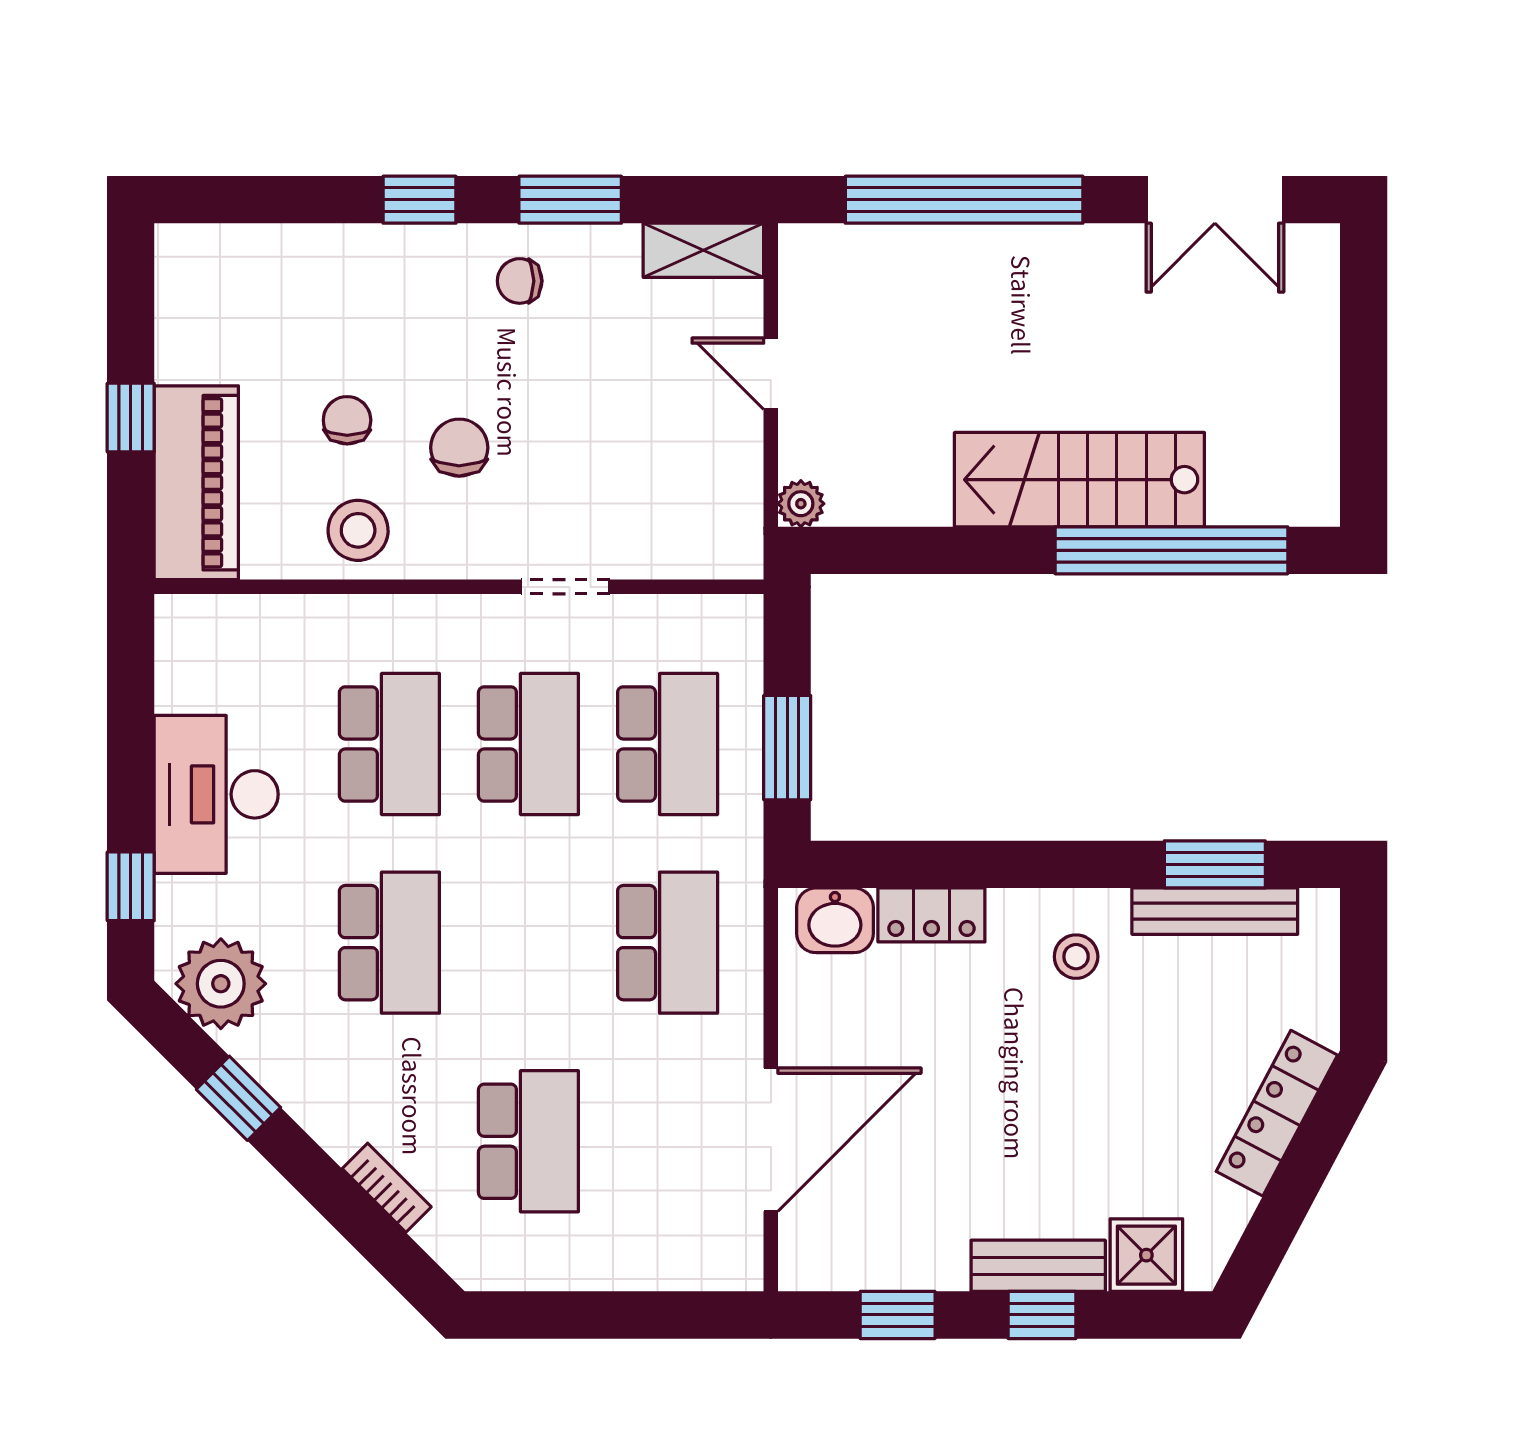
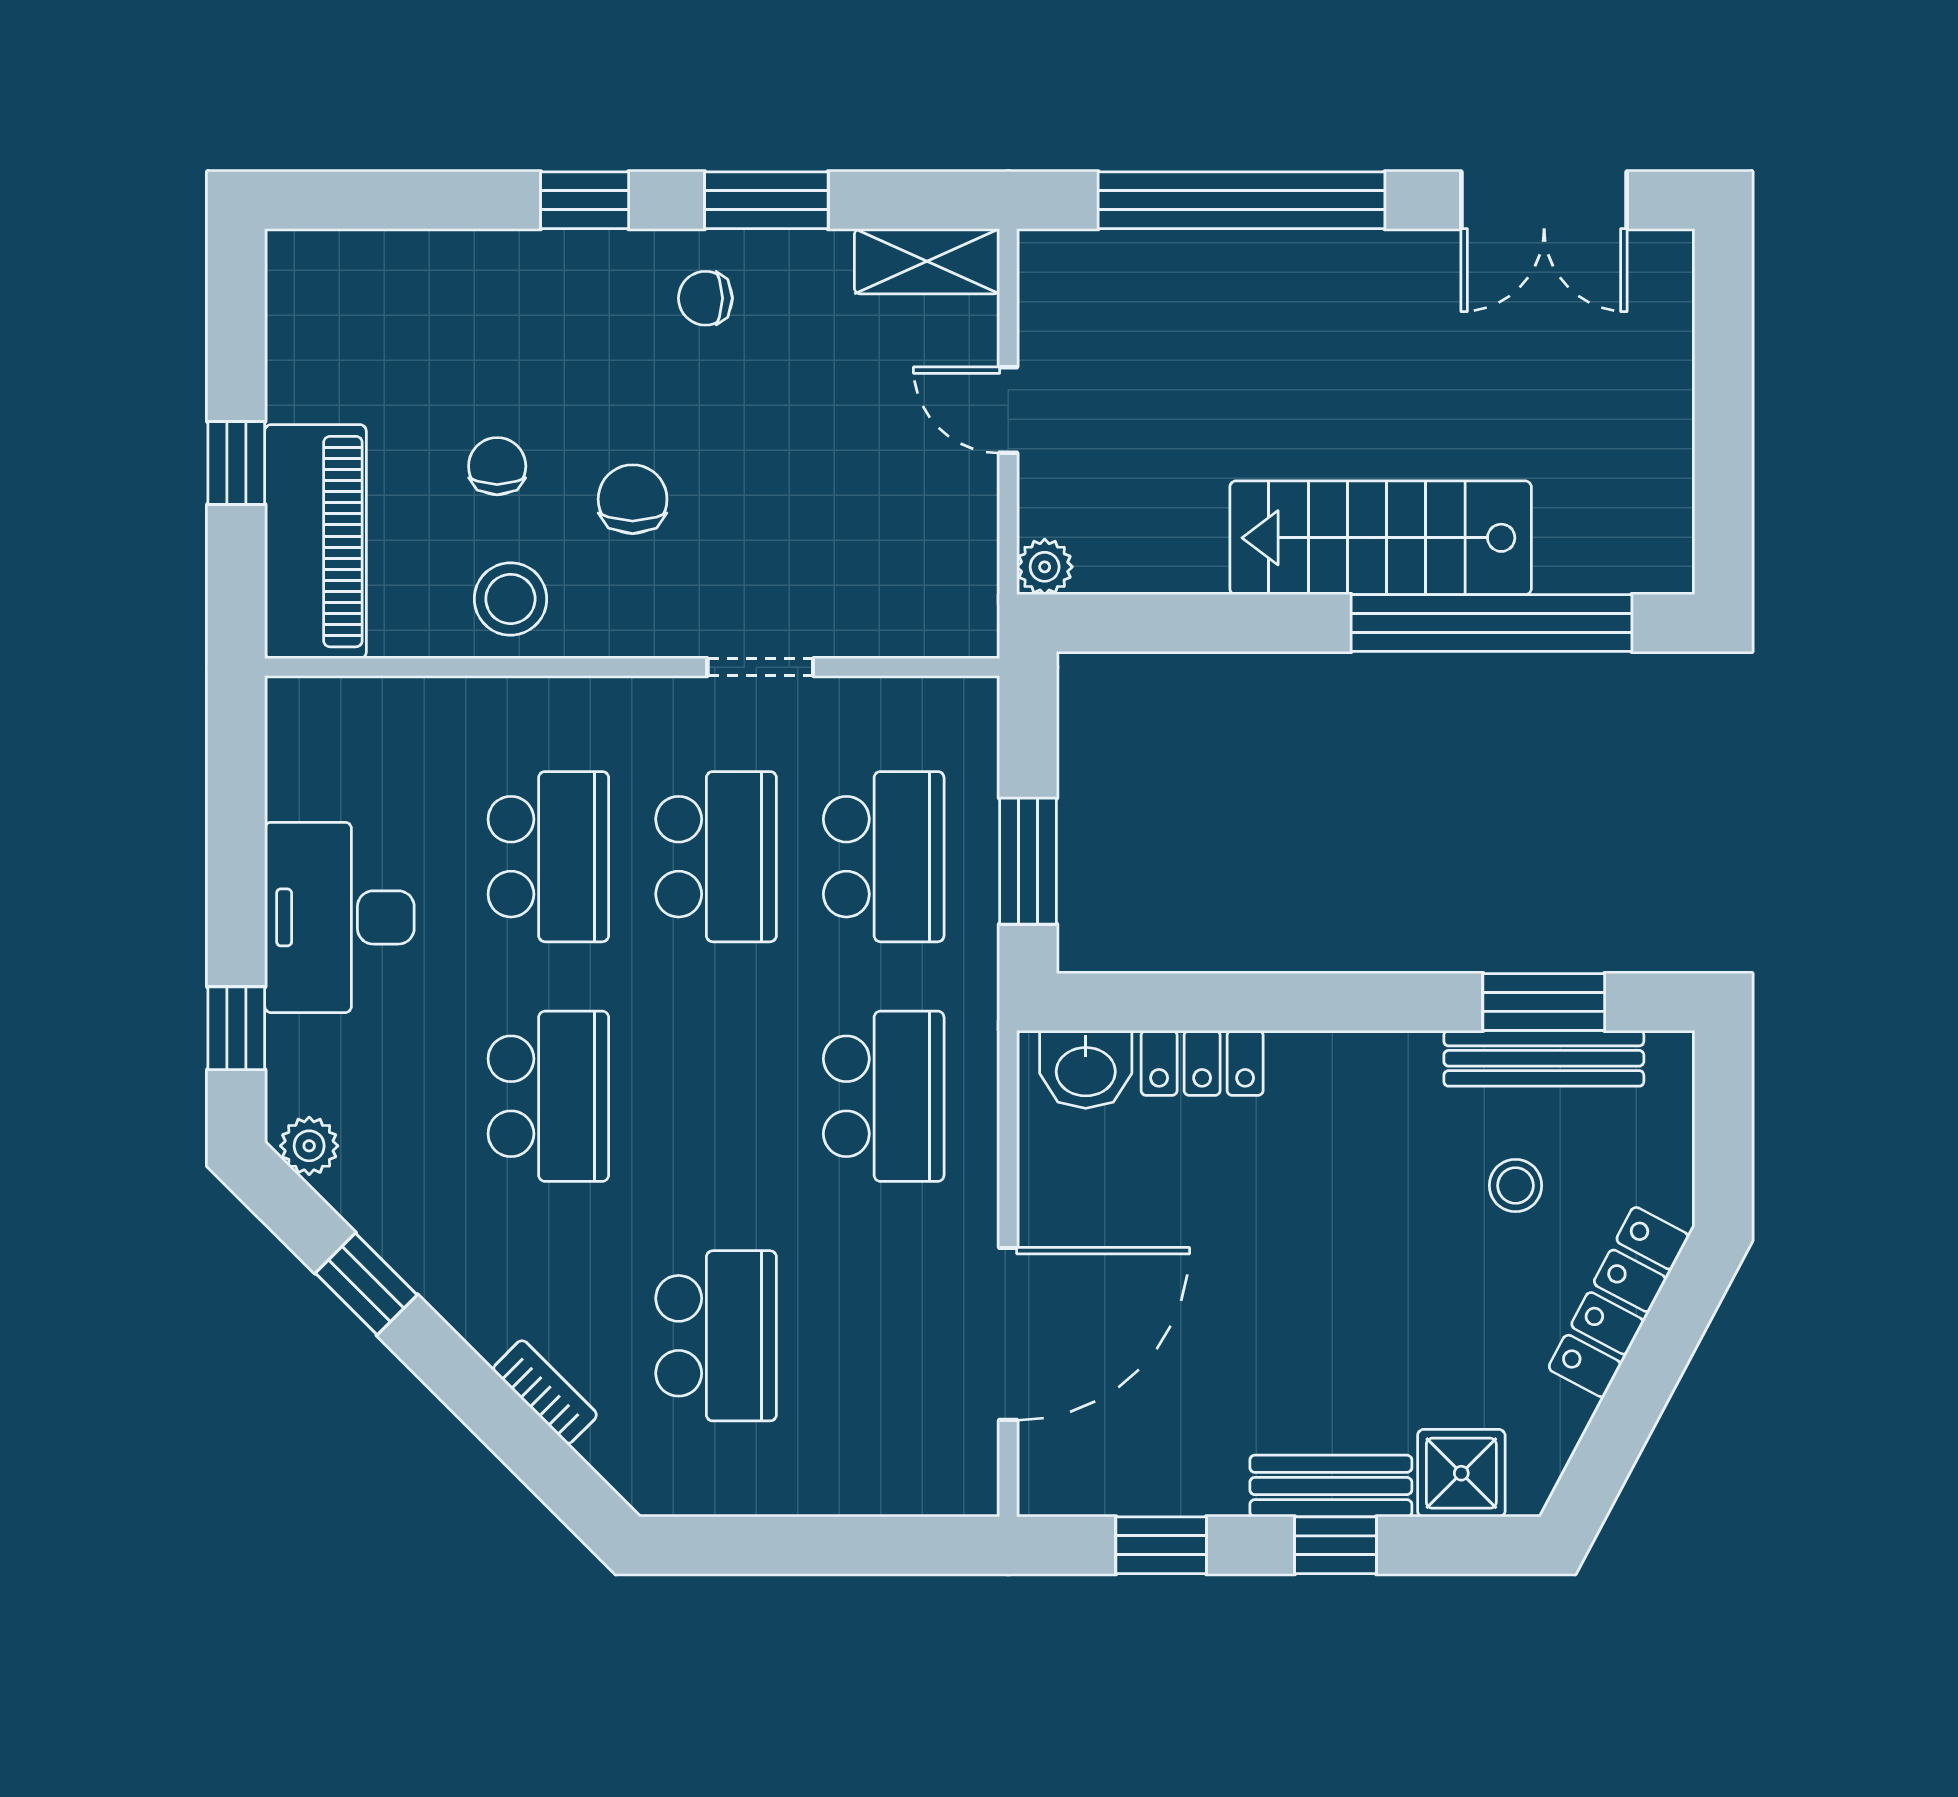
stool: (1076, 957) -> (1515, 1186), moved
plant: (221, 984) -> (309, 1146), width x0.53, depth x0.53

